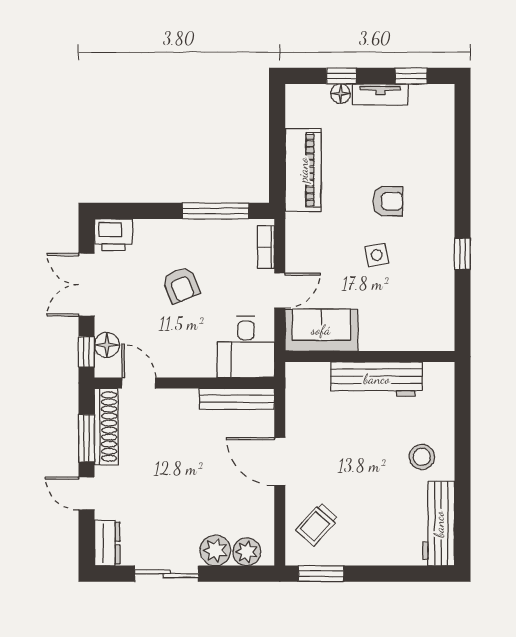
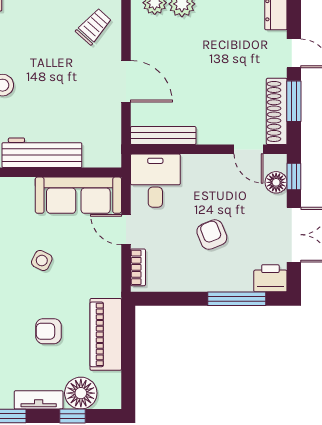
floor lamp: (340, 94) -> (81, 393), width x1.89, depth x1.89
armchair: (388, 201) -> (48, 331), moved
window: (216, 211) -> (237, 299), moved
side table: (377, 255) -> (42, 260), turned 37
door: (280, 291) -> (126, 230), hinge flipped
sofa: (321, 330) -> (78, 195), width x1.36

